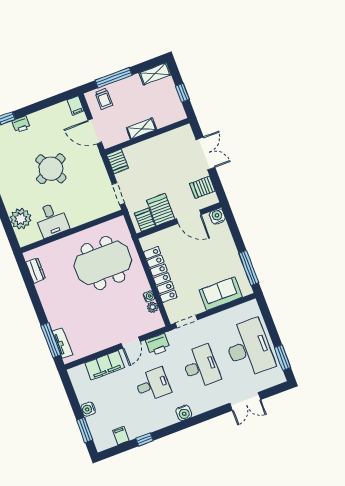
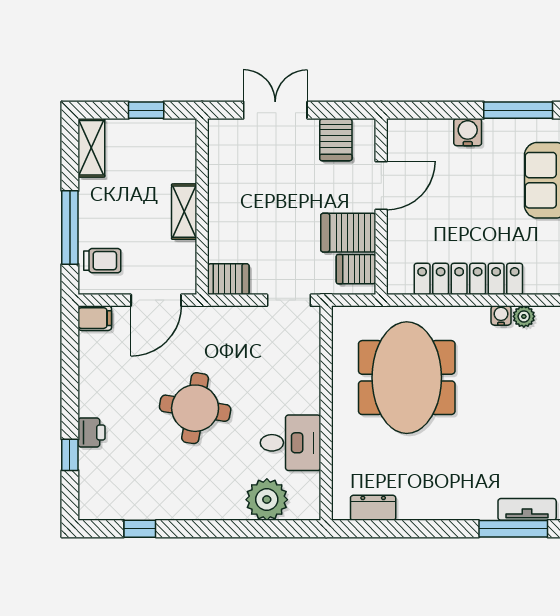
round table: (51, 169) -> (195, 408), turned 36
water cooler: (217, 216) -> (468, 132), moved, turned 90

